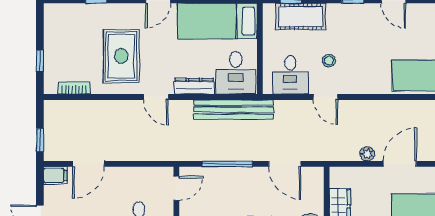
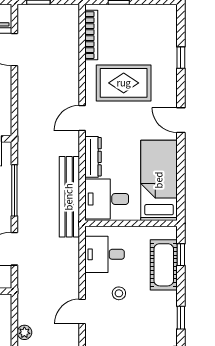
bookcase: (74, 88) -> (91, 35), width x1.56
door: (325, 97) -> (82, 311), moved

